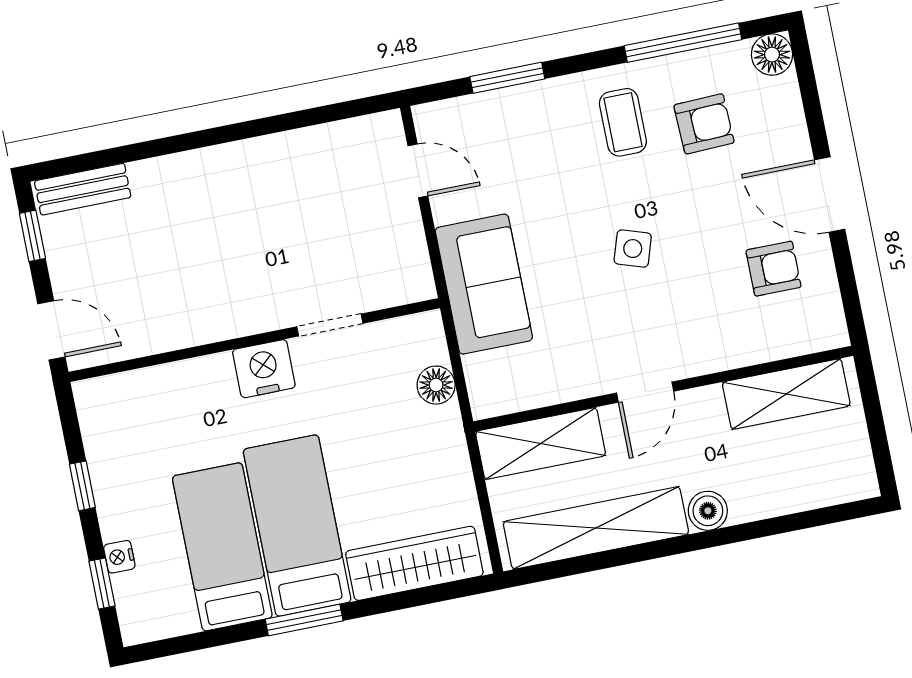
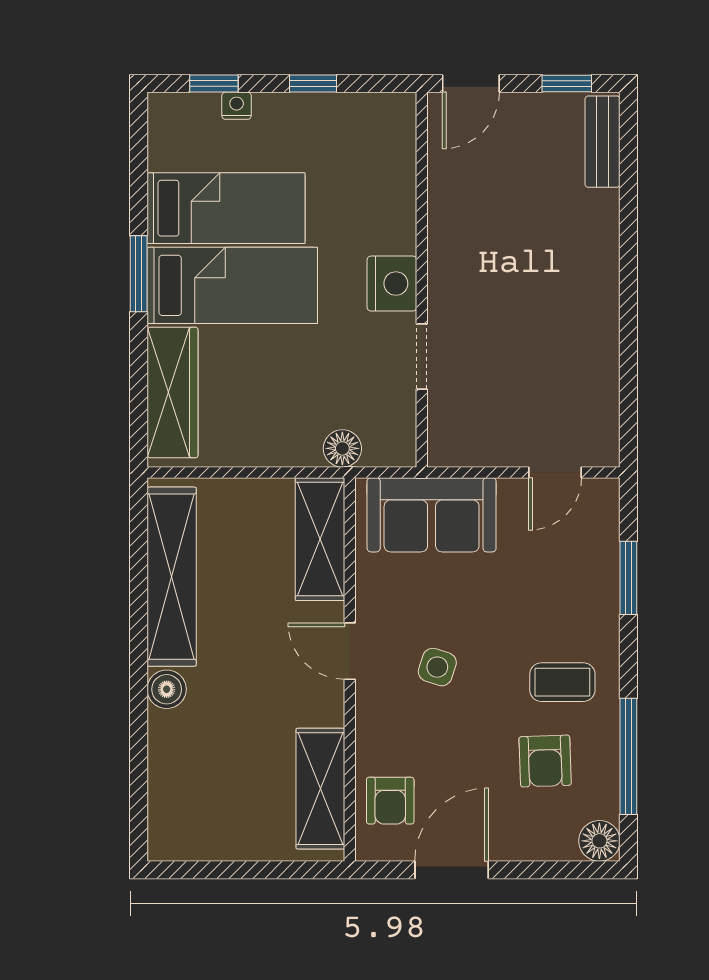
wall: (663, 389) -> (350, 669), moved
door: (645, 392) -> (350, 651), moved
shelving: (786, 394) -> (320, 789), moved
shelving: (541, 444) -> (320, 539), moved

